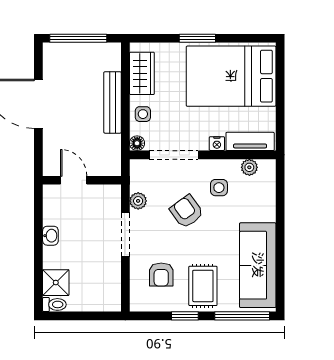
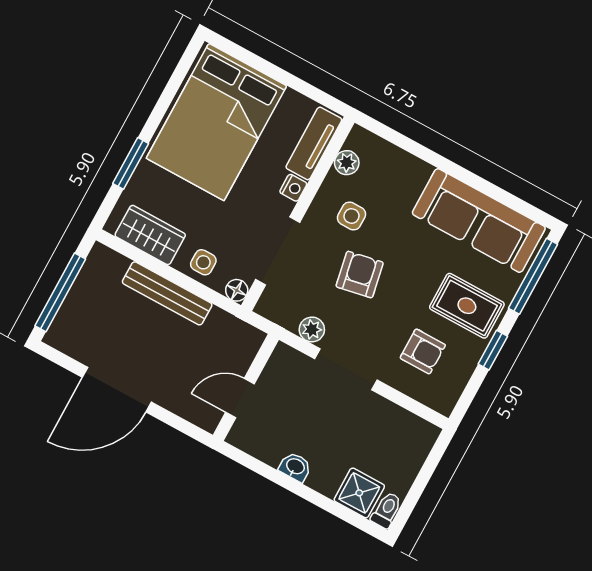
window: (197, 38) -> (131, 163), moved
armchair: (187, 212) -> (360, 275), turned 115

